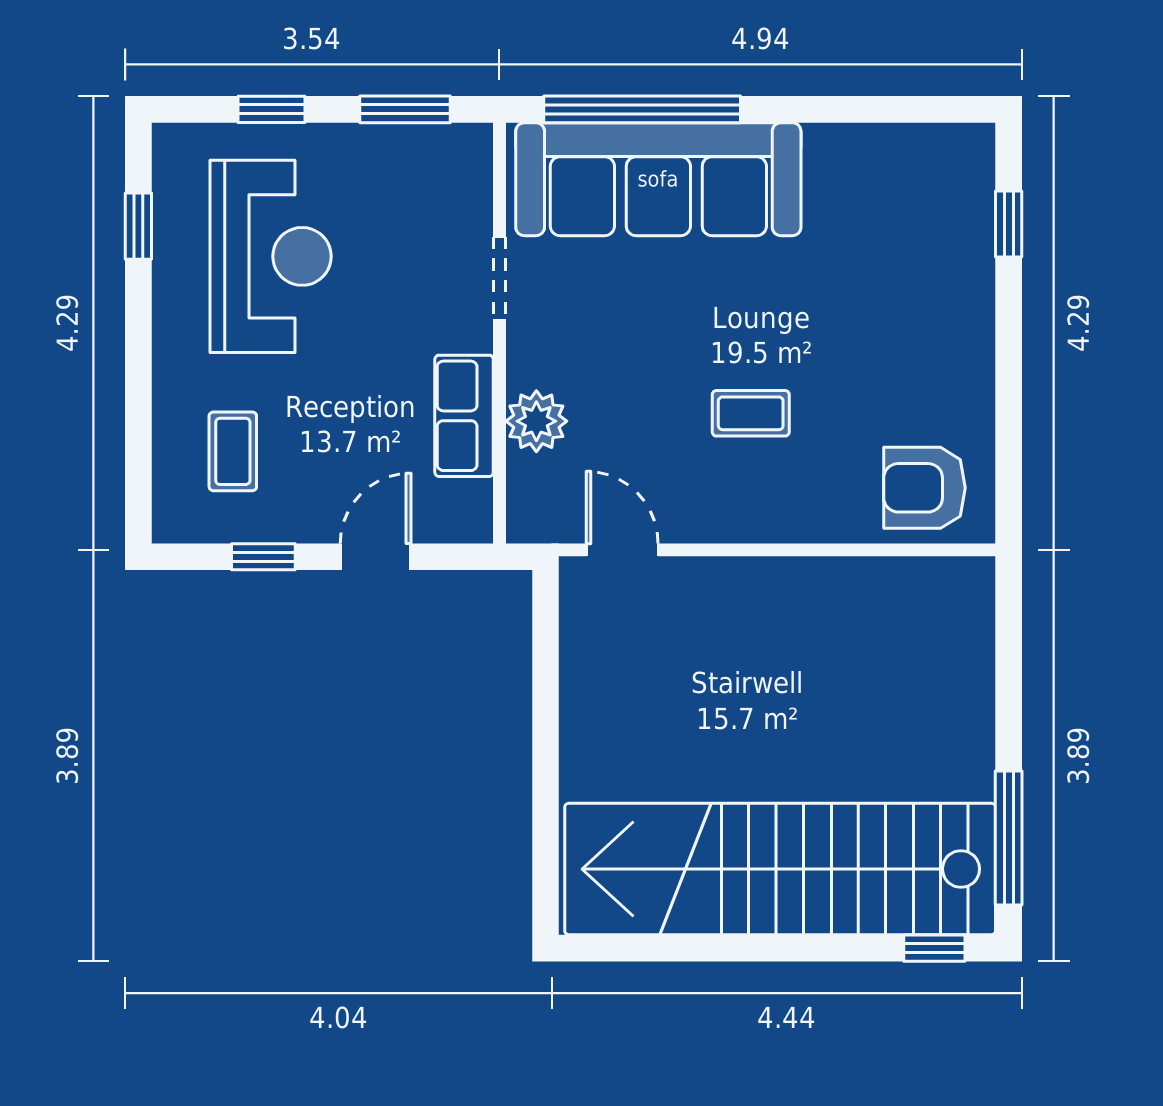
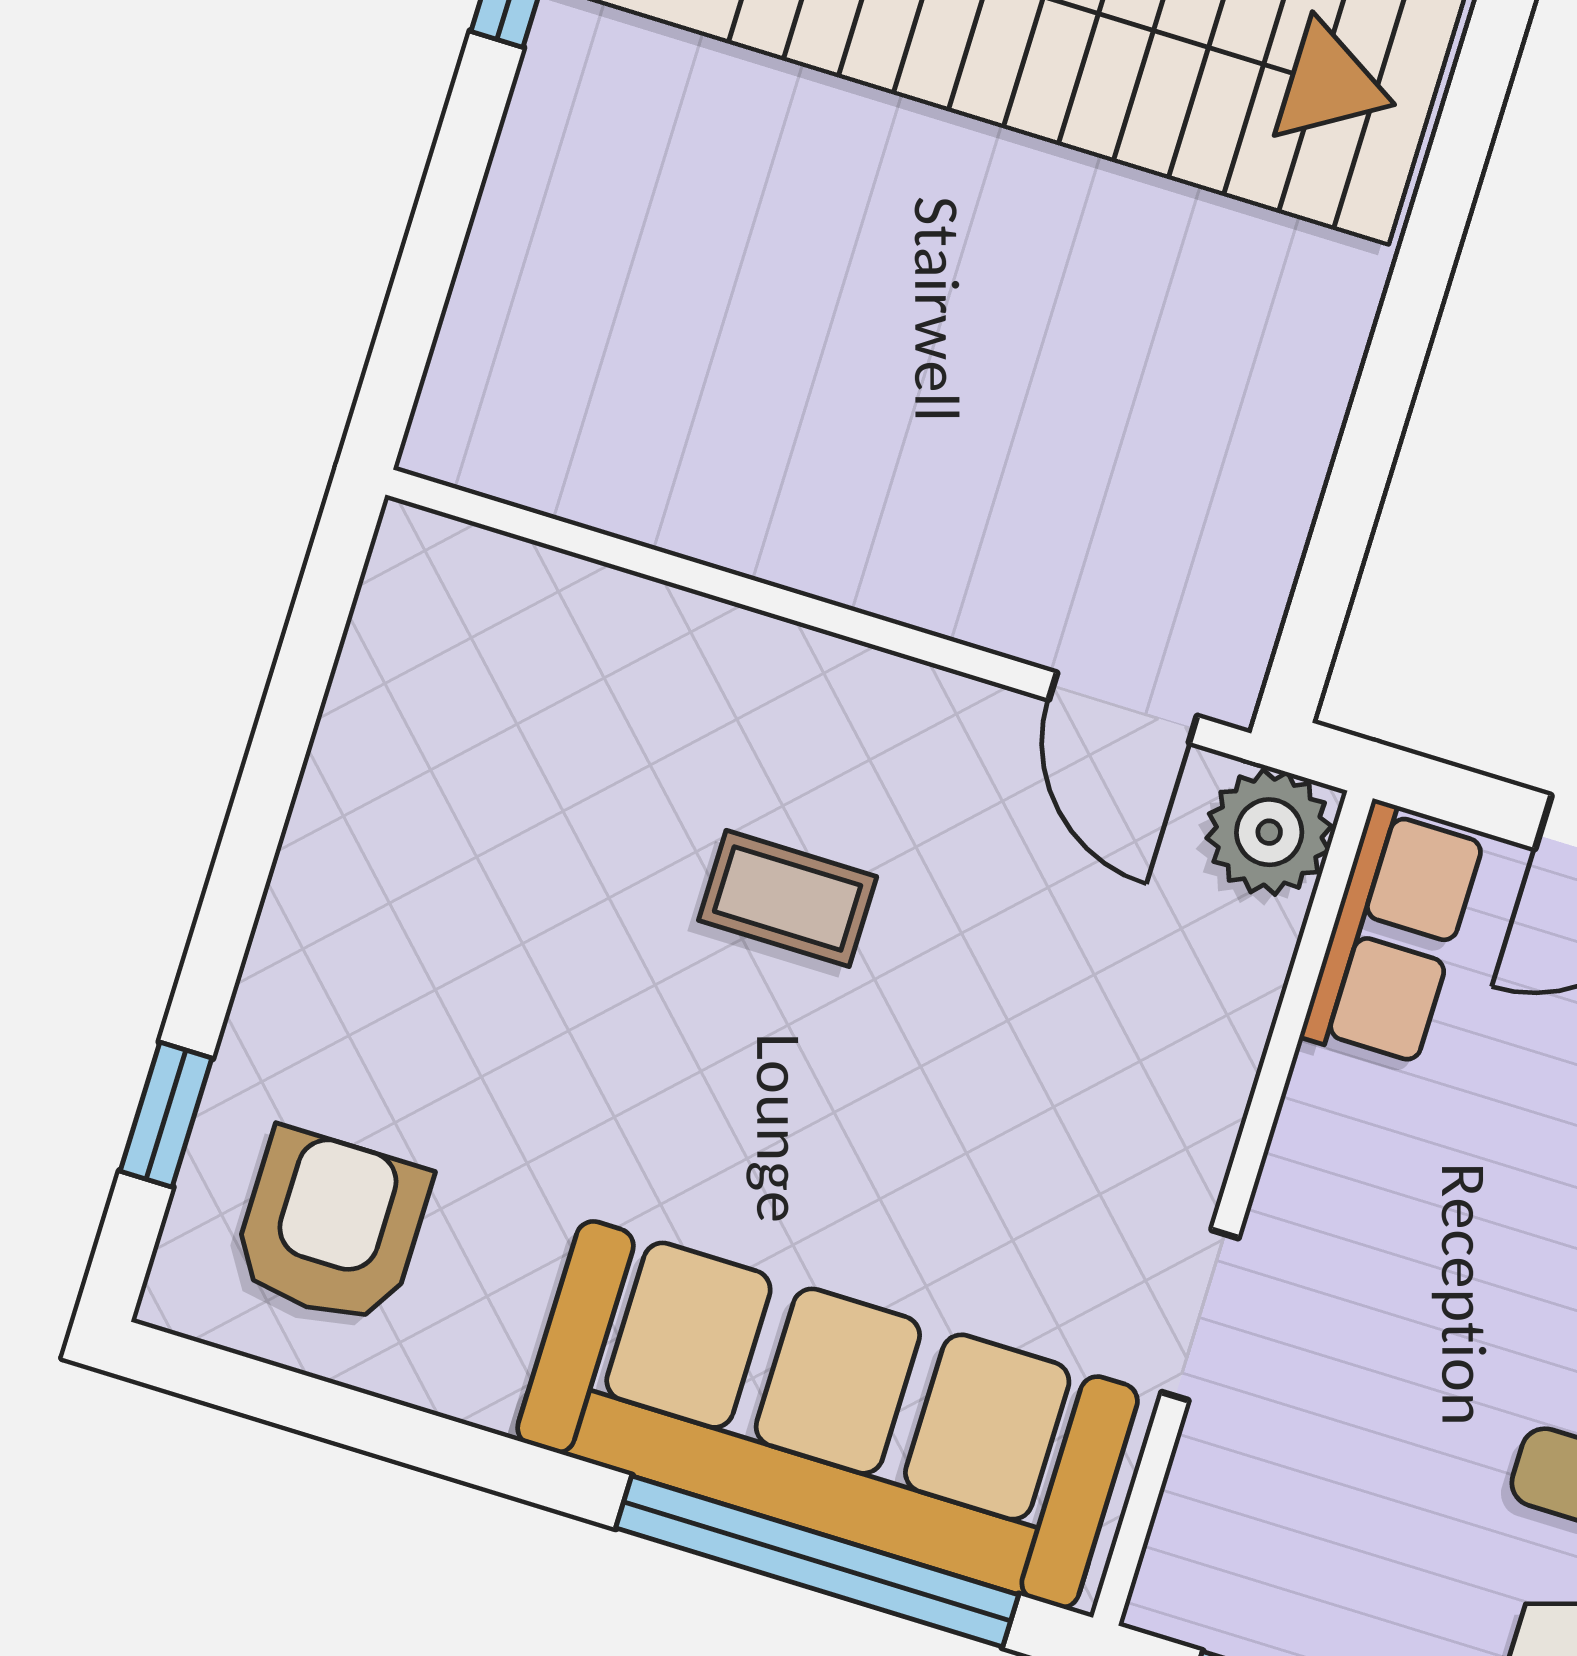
row of seats: (464, 416) -> (1393, 935), moved
plant: (536, 421) -> (1269, 832), moved
armchair: (924, 488) -> (331, 1227), moved, turned -90

